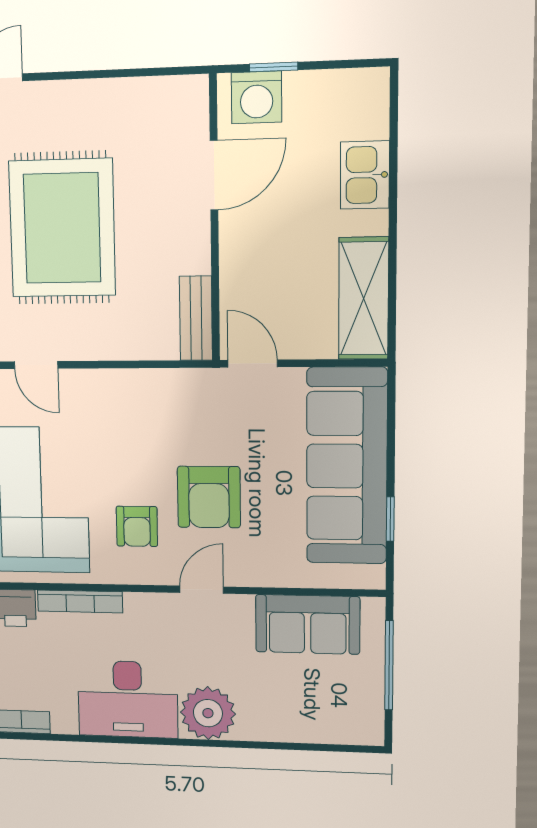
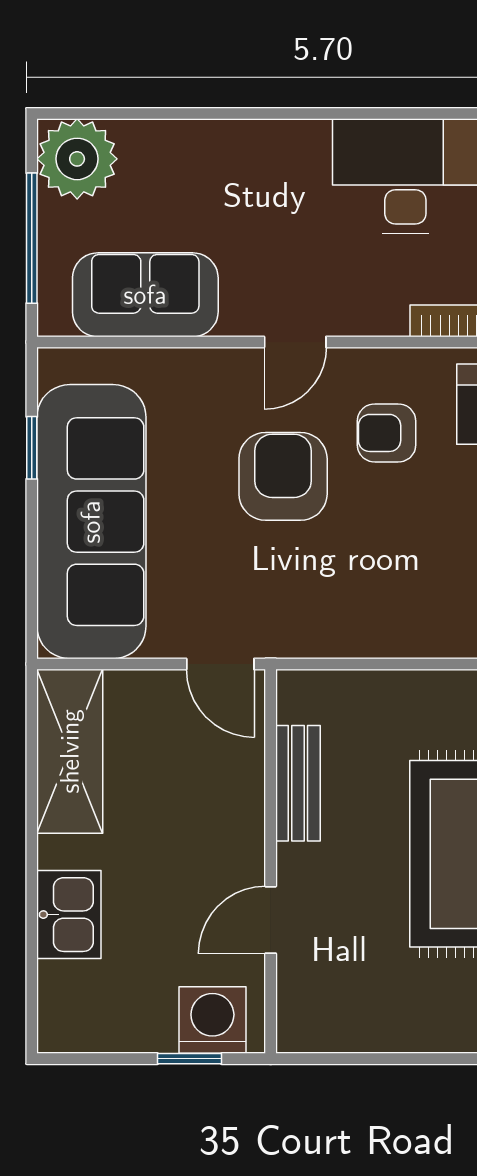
door: (214, 175) -> (271, 920), width x0.73
bench: (196, 318) -> (298, 783), moved
armchair: (137, 526) -> (387, 433), turned -90
plant: (208, 713) -> (77, 159), moved

